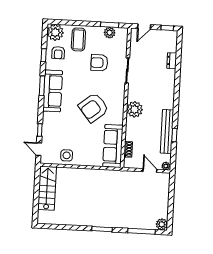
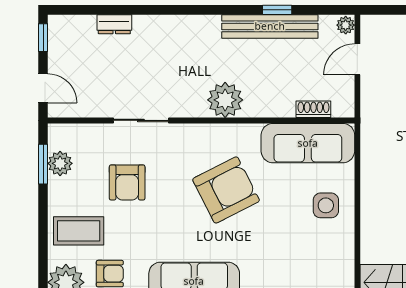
armchair: (94, 108) -> (226, 190), turned -78
side table: (67, 155) -> (326, 205), moved

